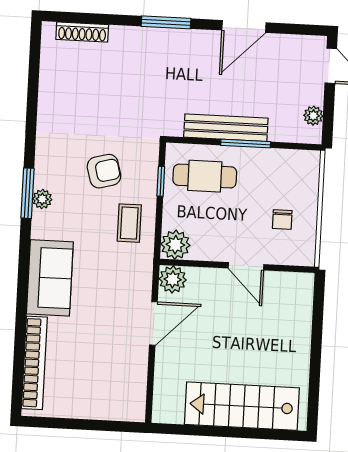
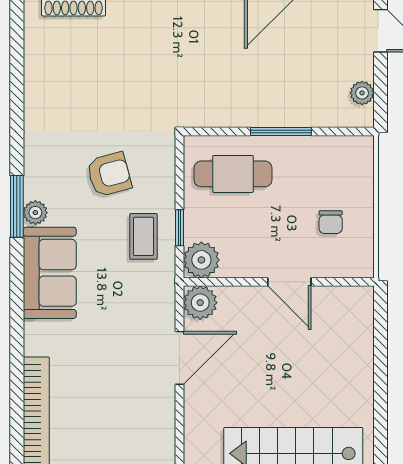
bench: (226, 128) -> (256, 113), removed
window: (161, 181) -> (179, 228), moved
sofa: (50, 278) -> (50, 273), moved

